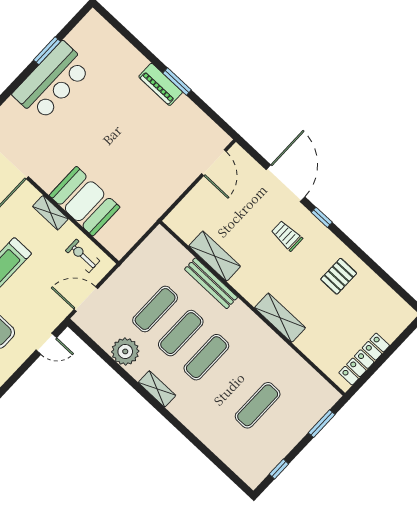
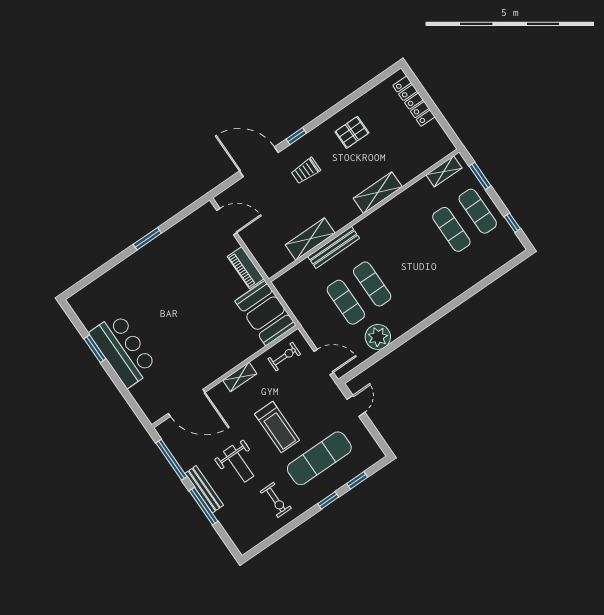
piano: (161, 84) -> (246, 268), moved, turned 90
booth: (85, 201) -> (265, 313), moved, turned 90
exercise bike: (83, 256) -> (284, 357), turned 180
pallet: (339, 276) -> (352, 132), turned 90
door: (86, 299) -> (324, 362), swing flipped
exercise mat: (206, 357) -> (478, 211), moved
locker: (364, 359) -> (414, 101), moved
shelving: (157, 389) -> (444, 171), moved

